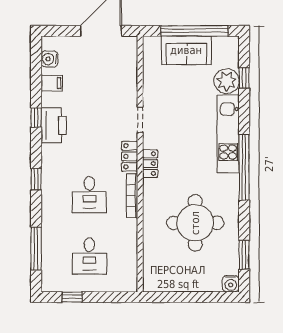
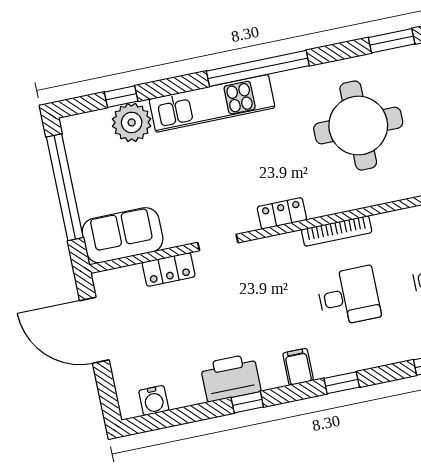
sofa: (186, 50) -> (122, 235), moved, turned -90
filing cabinet: (52, 83) -> (298, 367), moved
printer: (54, 125) -> (231, 378), moved
locker: (130, 156) -> (169, 269), moved

